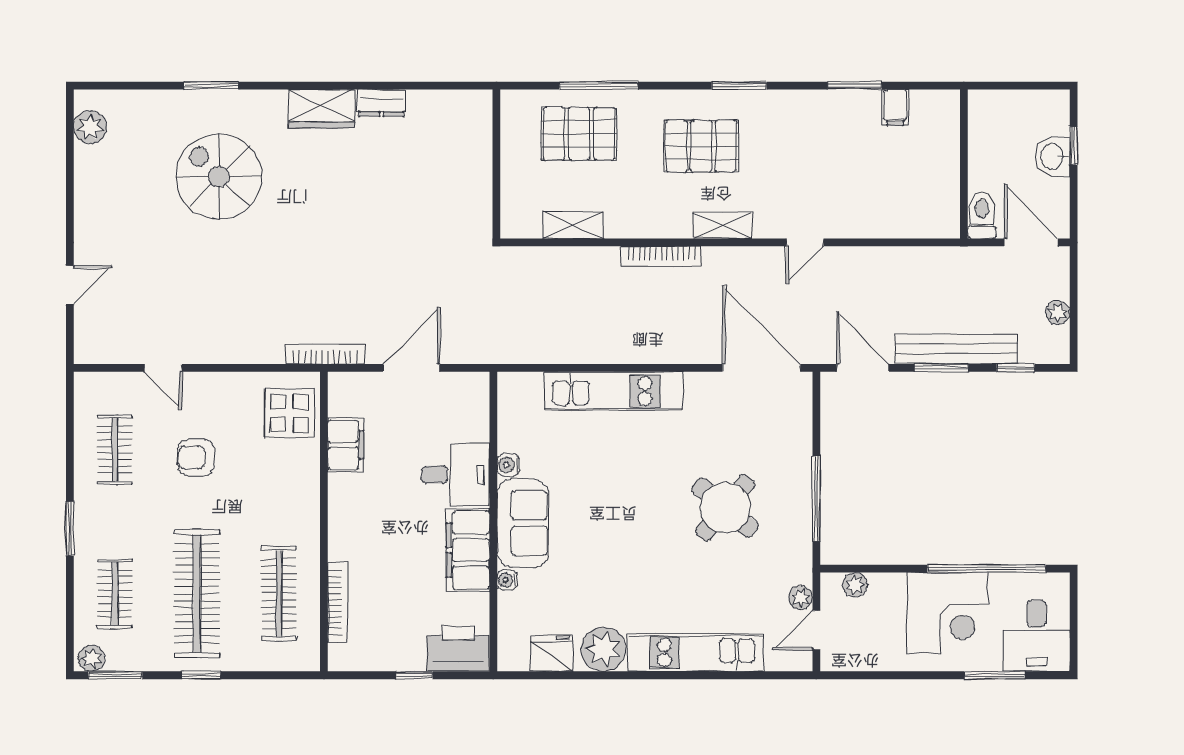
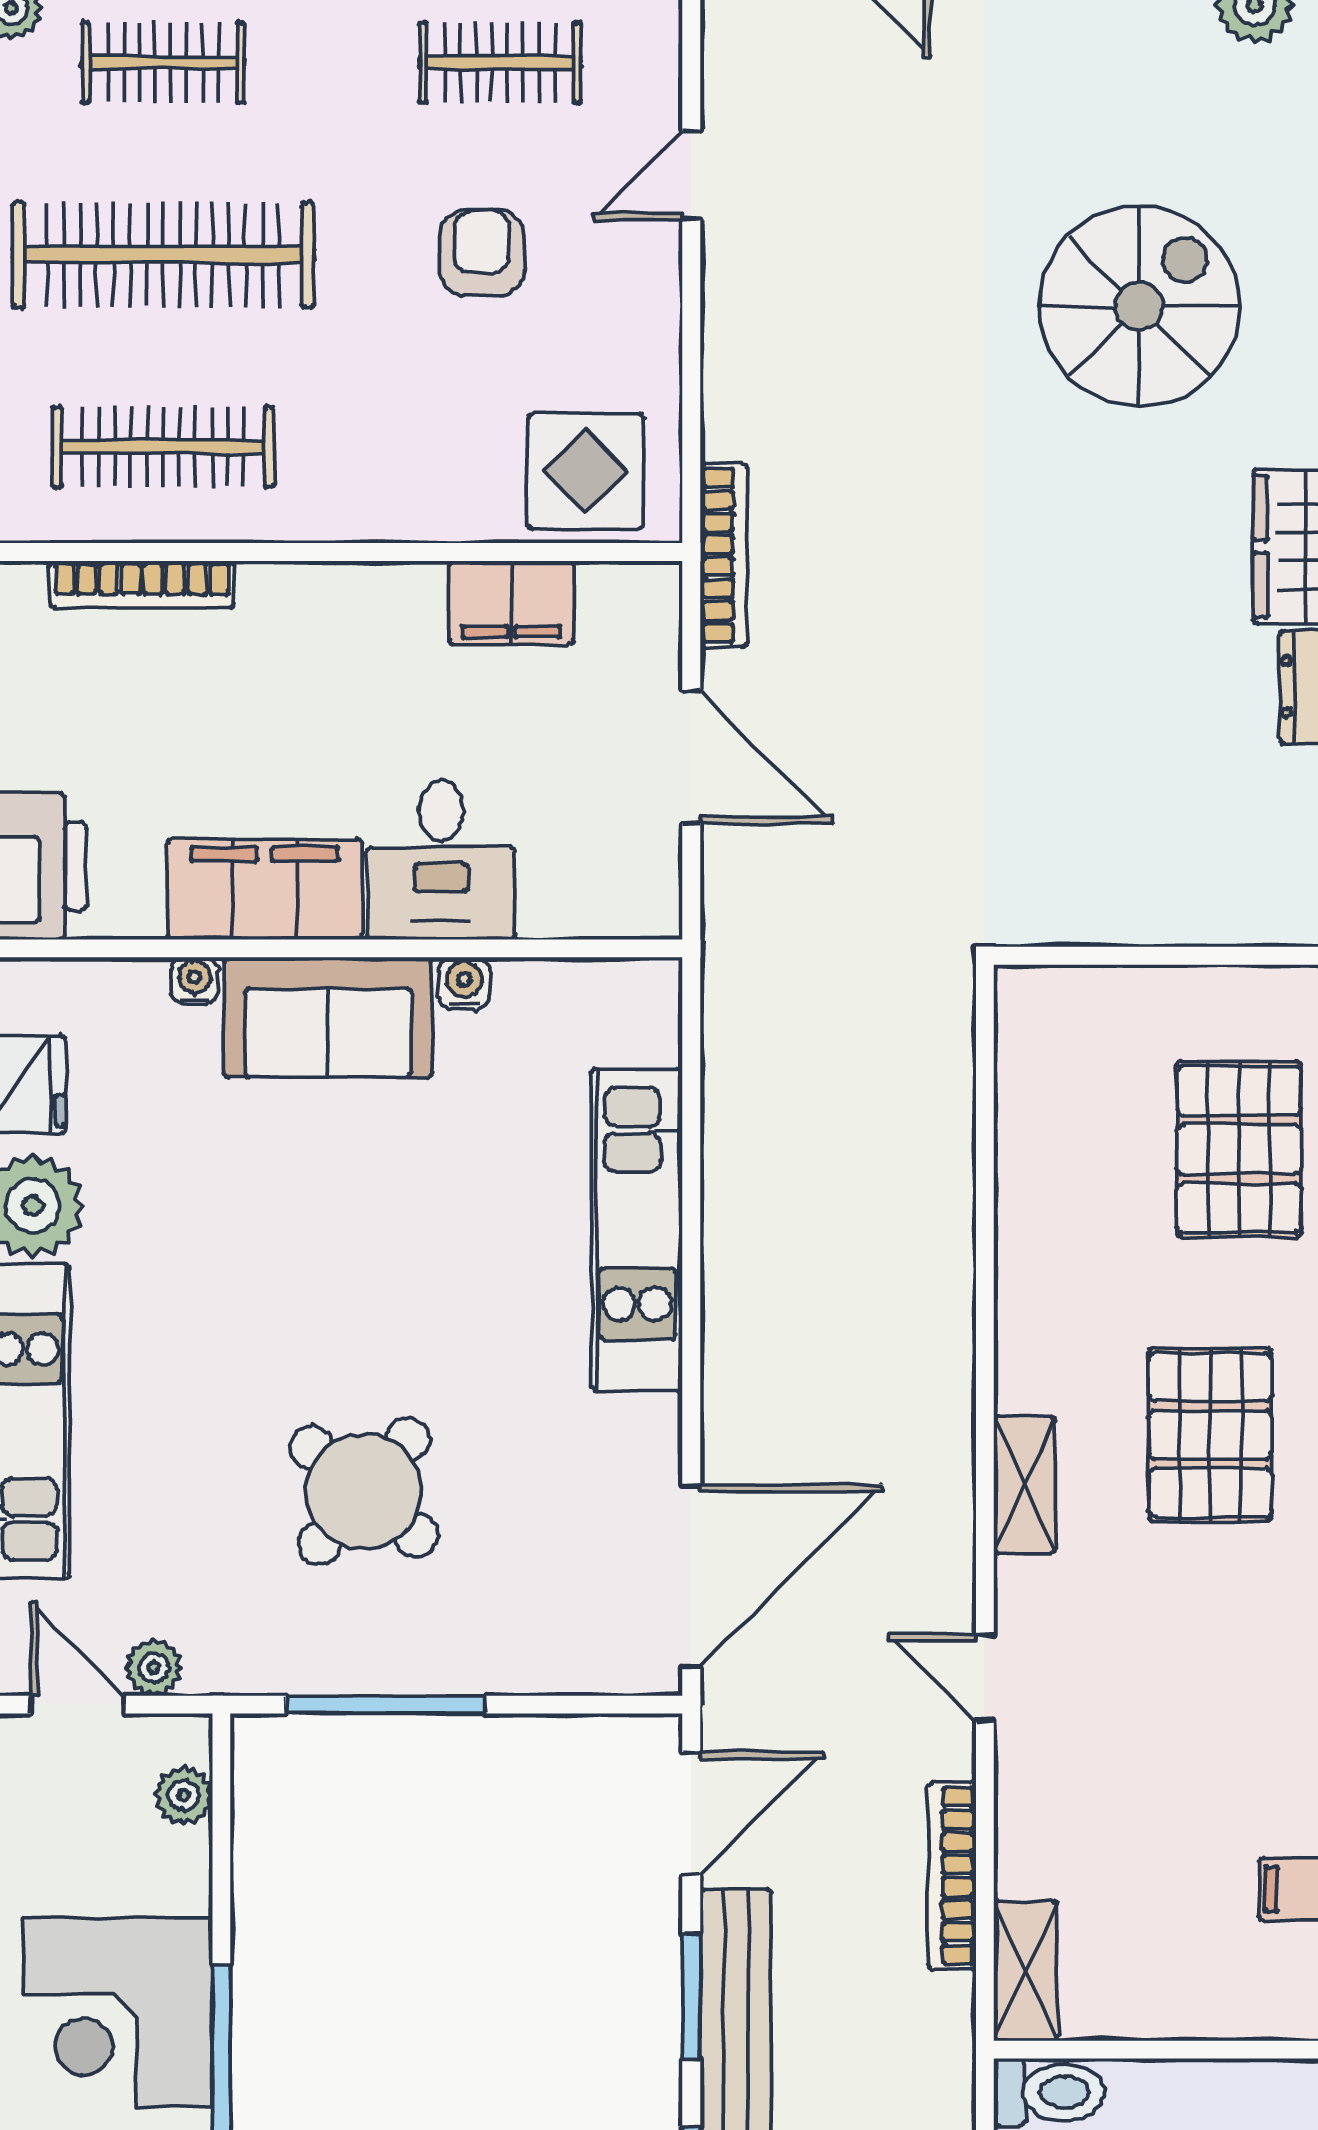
shelving: (573, 225) -> (1025, 1971), moved
bookcase: (661, 256) -> (952, 1876), moved

